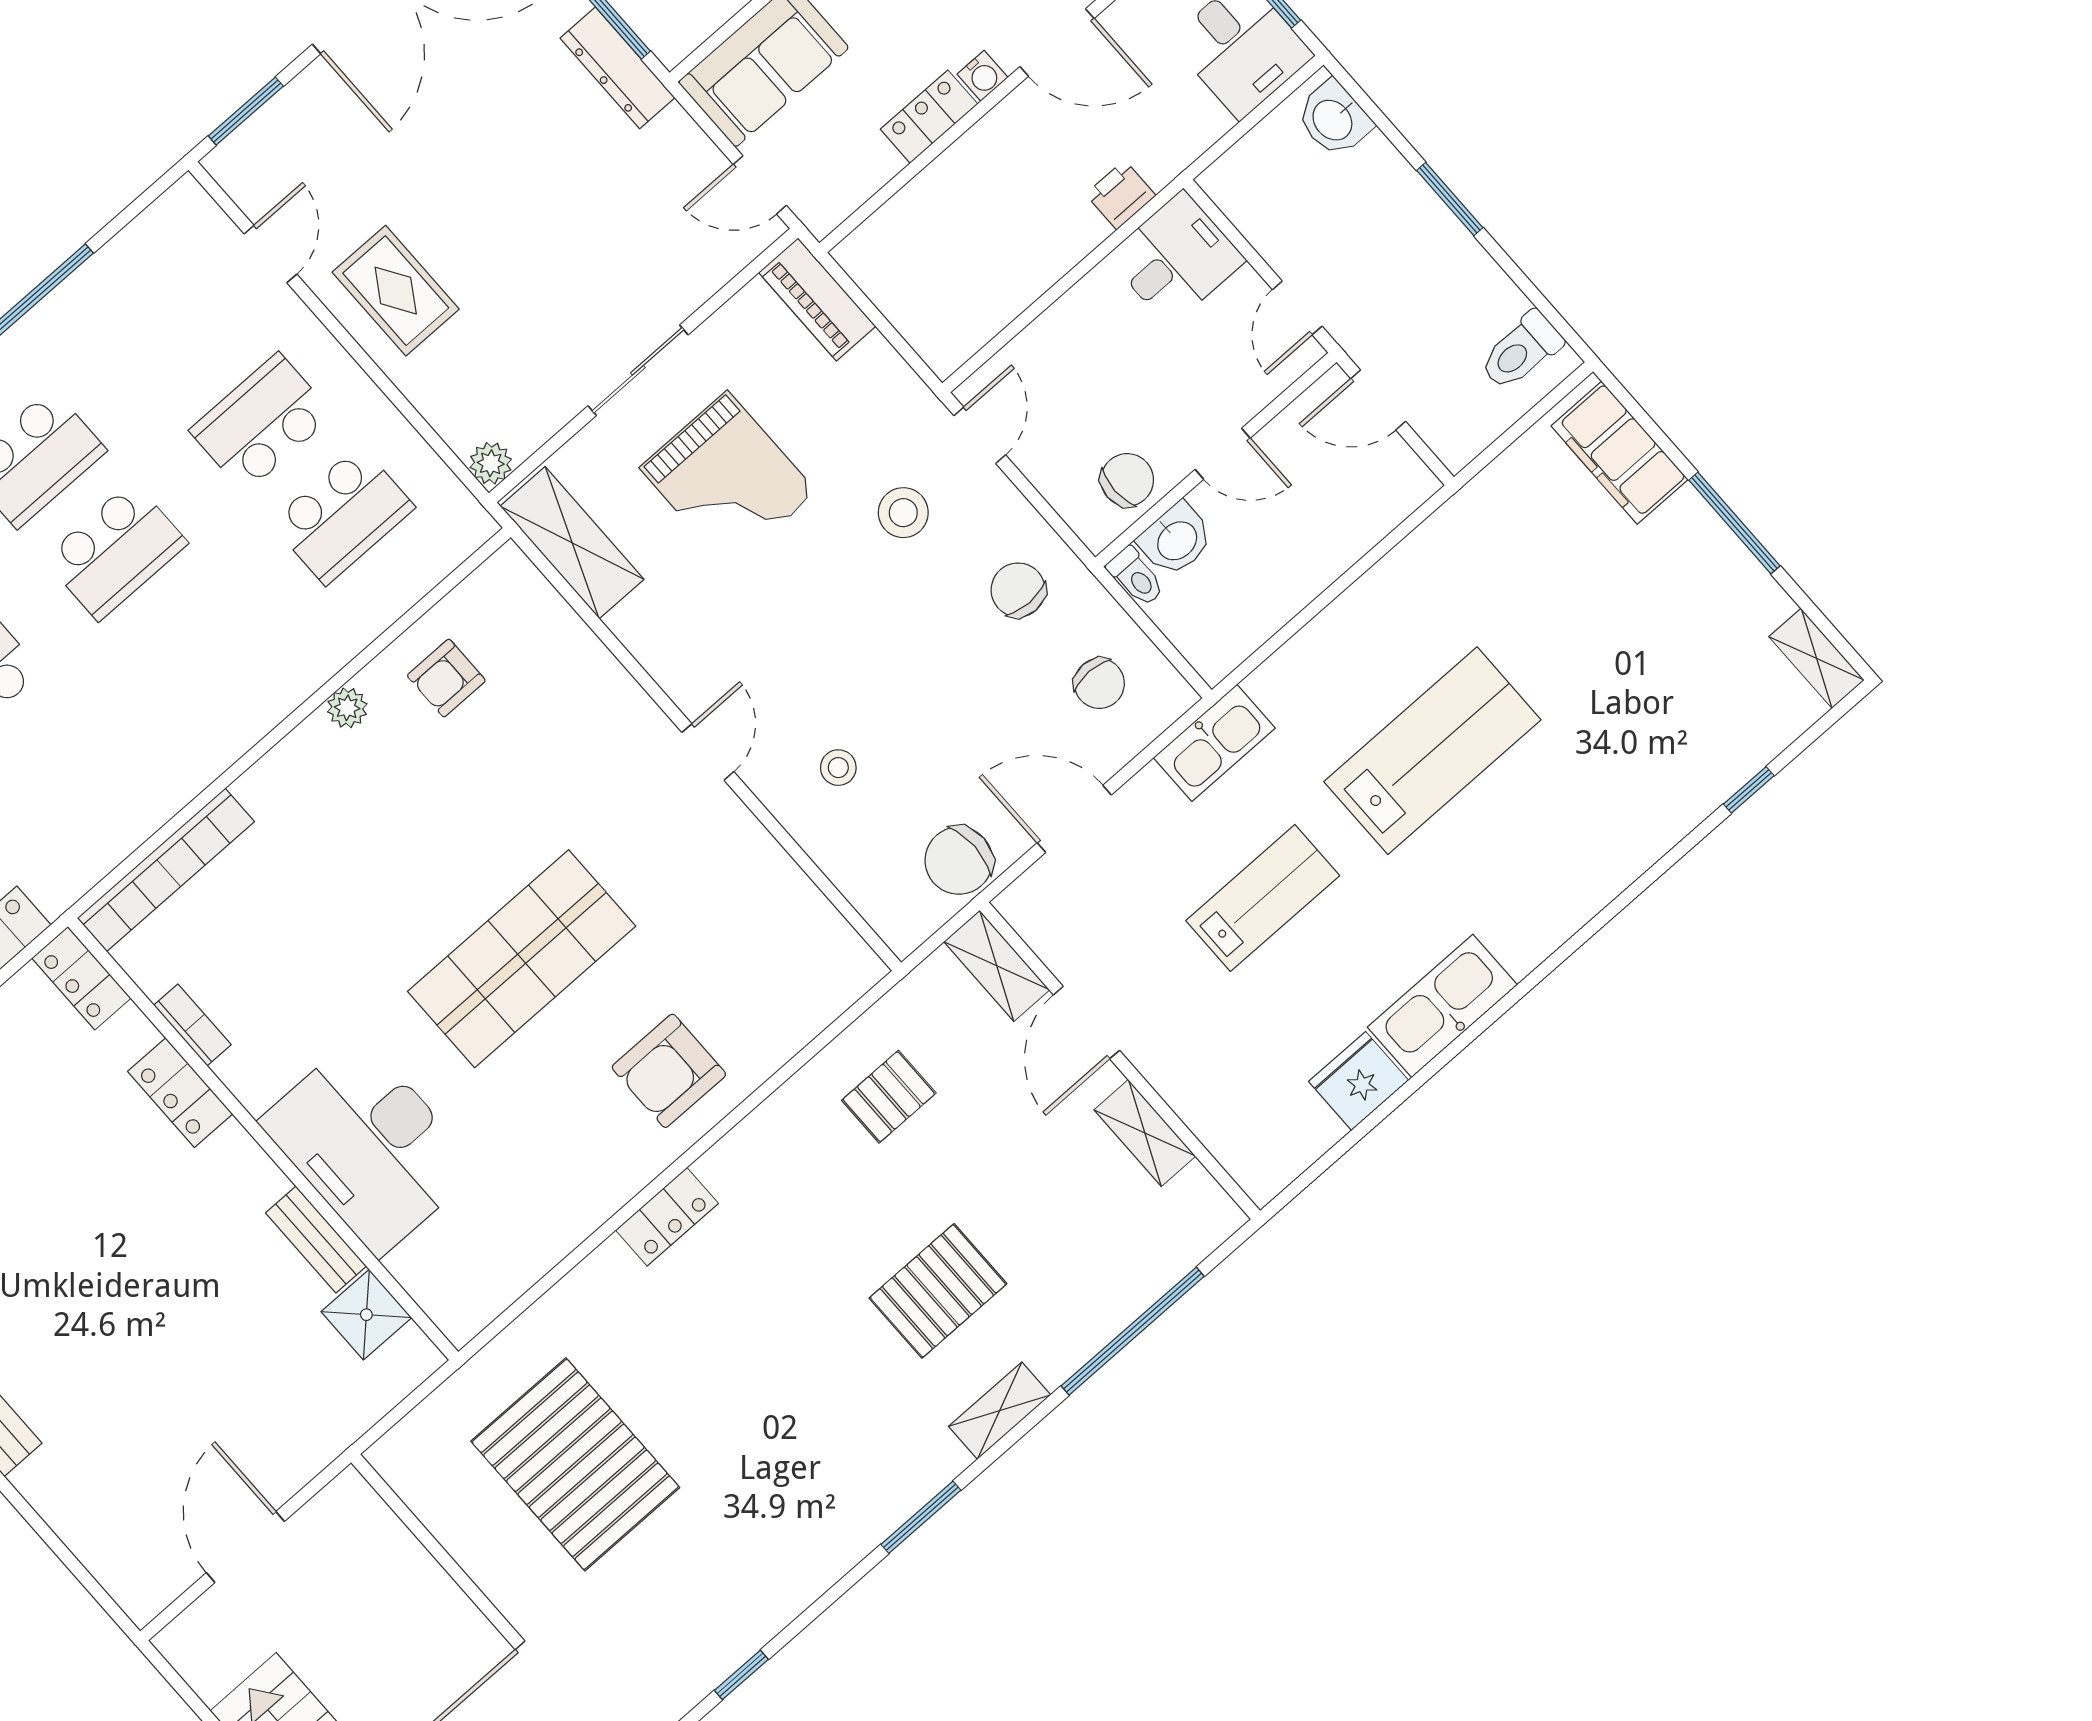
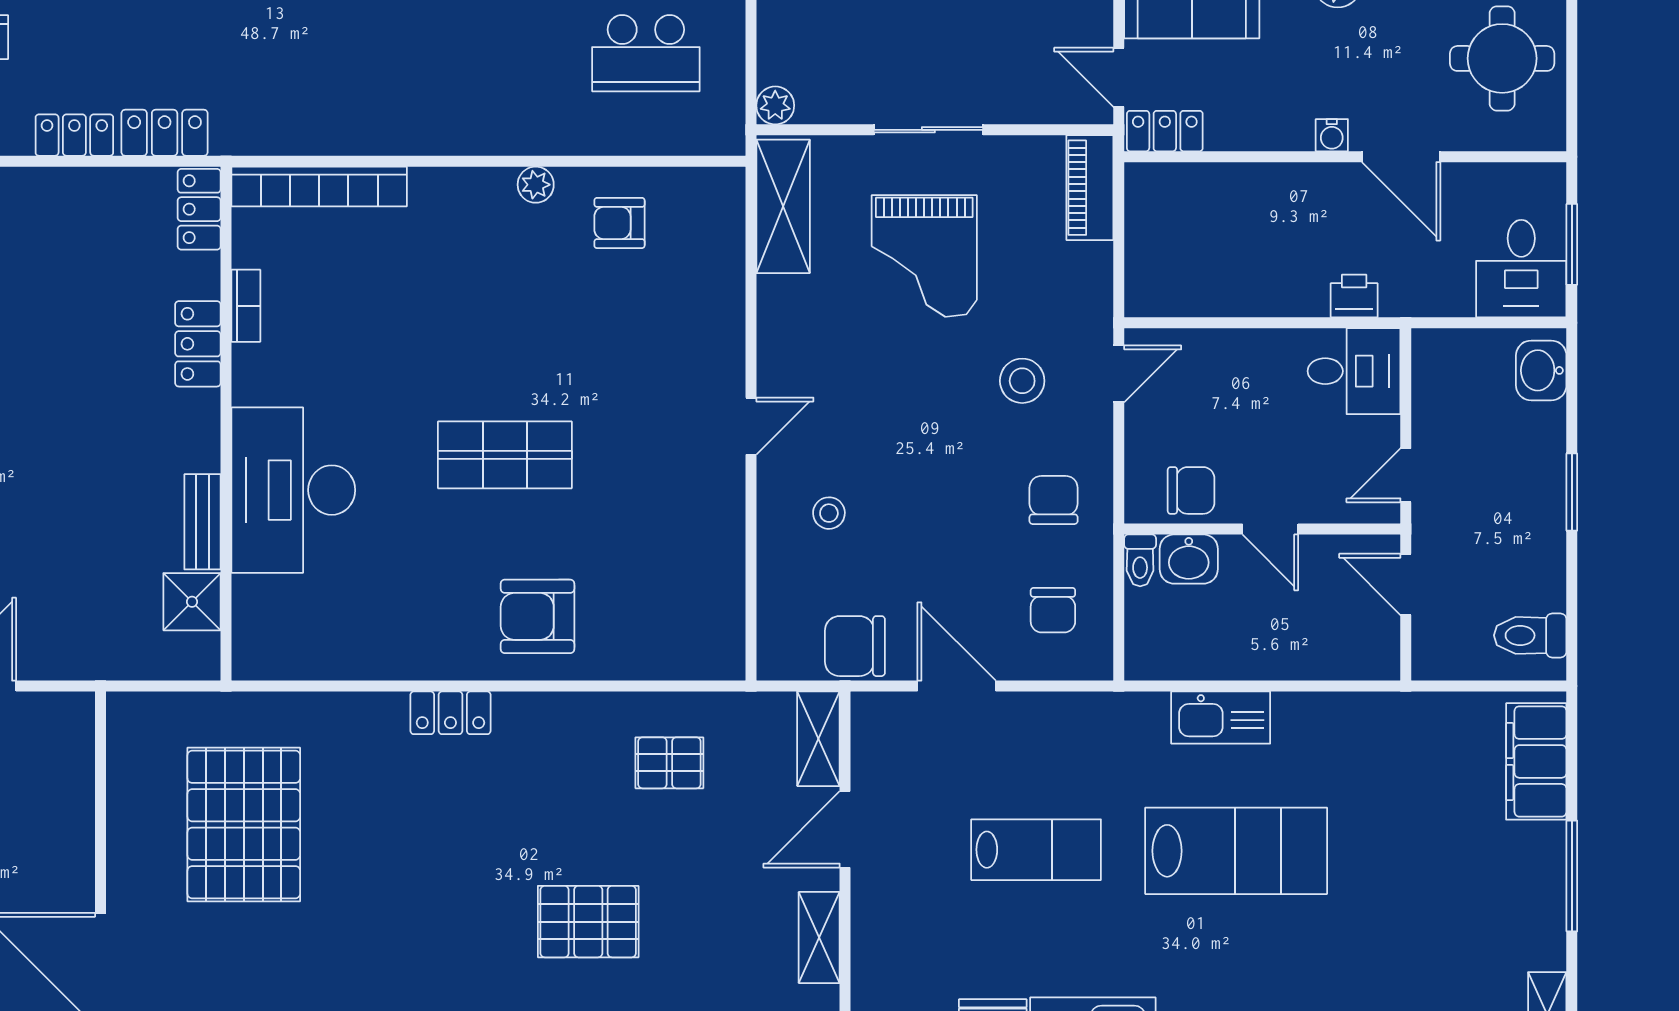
locker: (929, 117) -> (1165, 131), moved
kitchen sink: (1214, 743) -> (1221, 718), moved
shop shelf: (522, 959) -> (505, 455), width x0.70, depth x0.74

